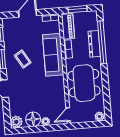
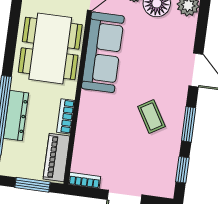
sofa: (53, 55) -> (103, 52), moved

